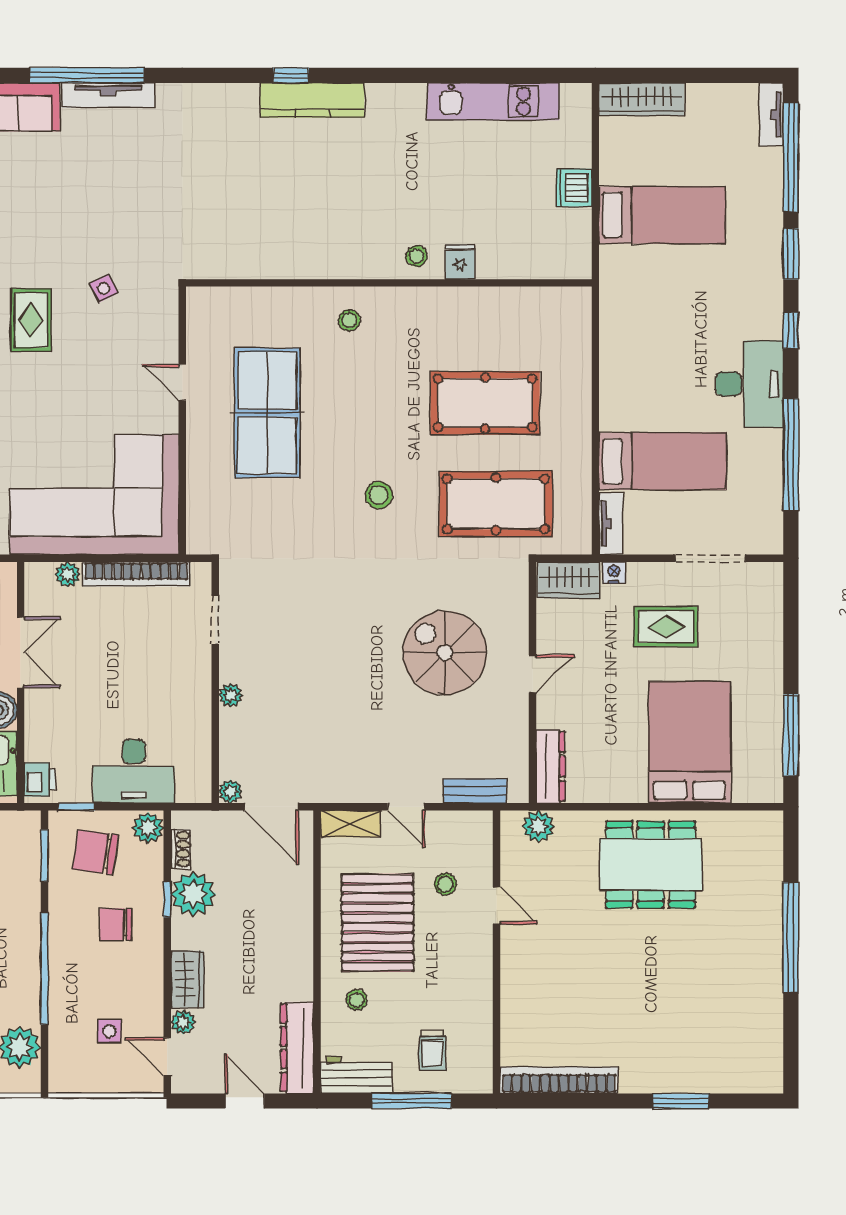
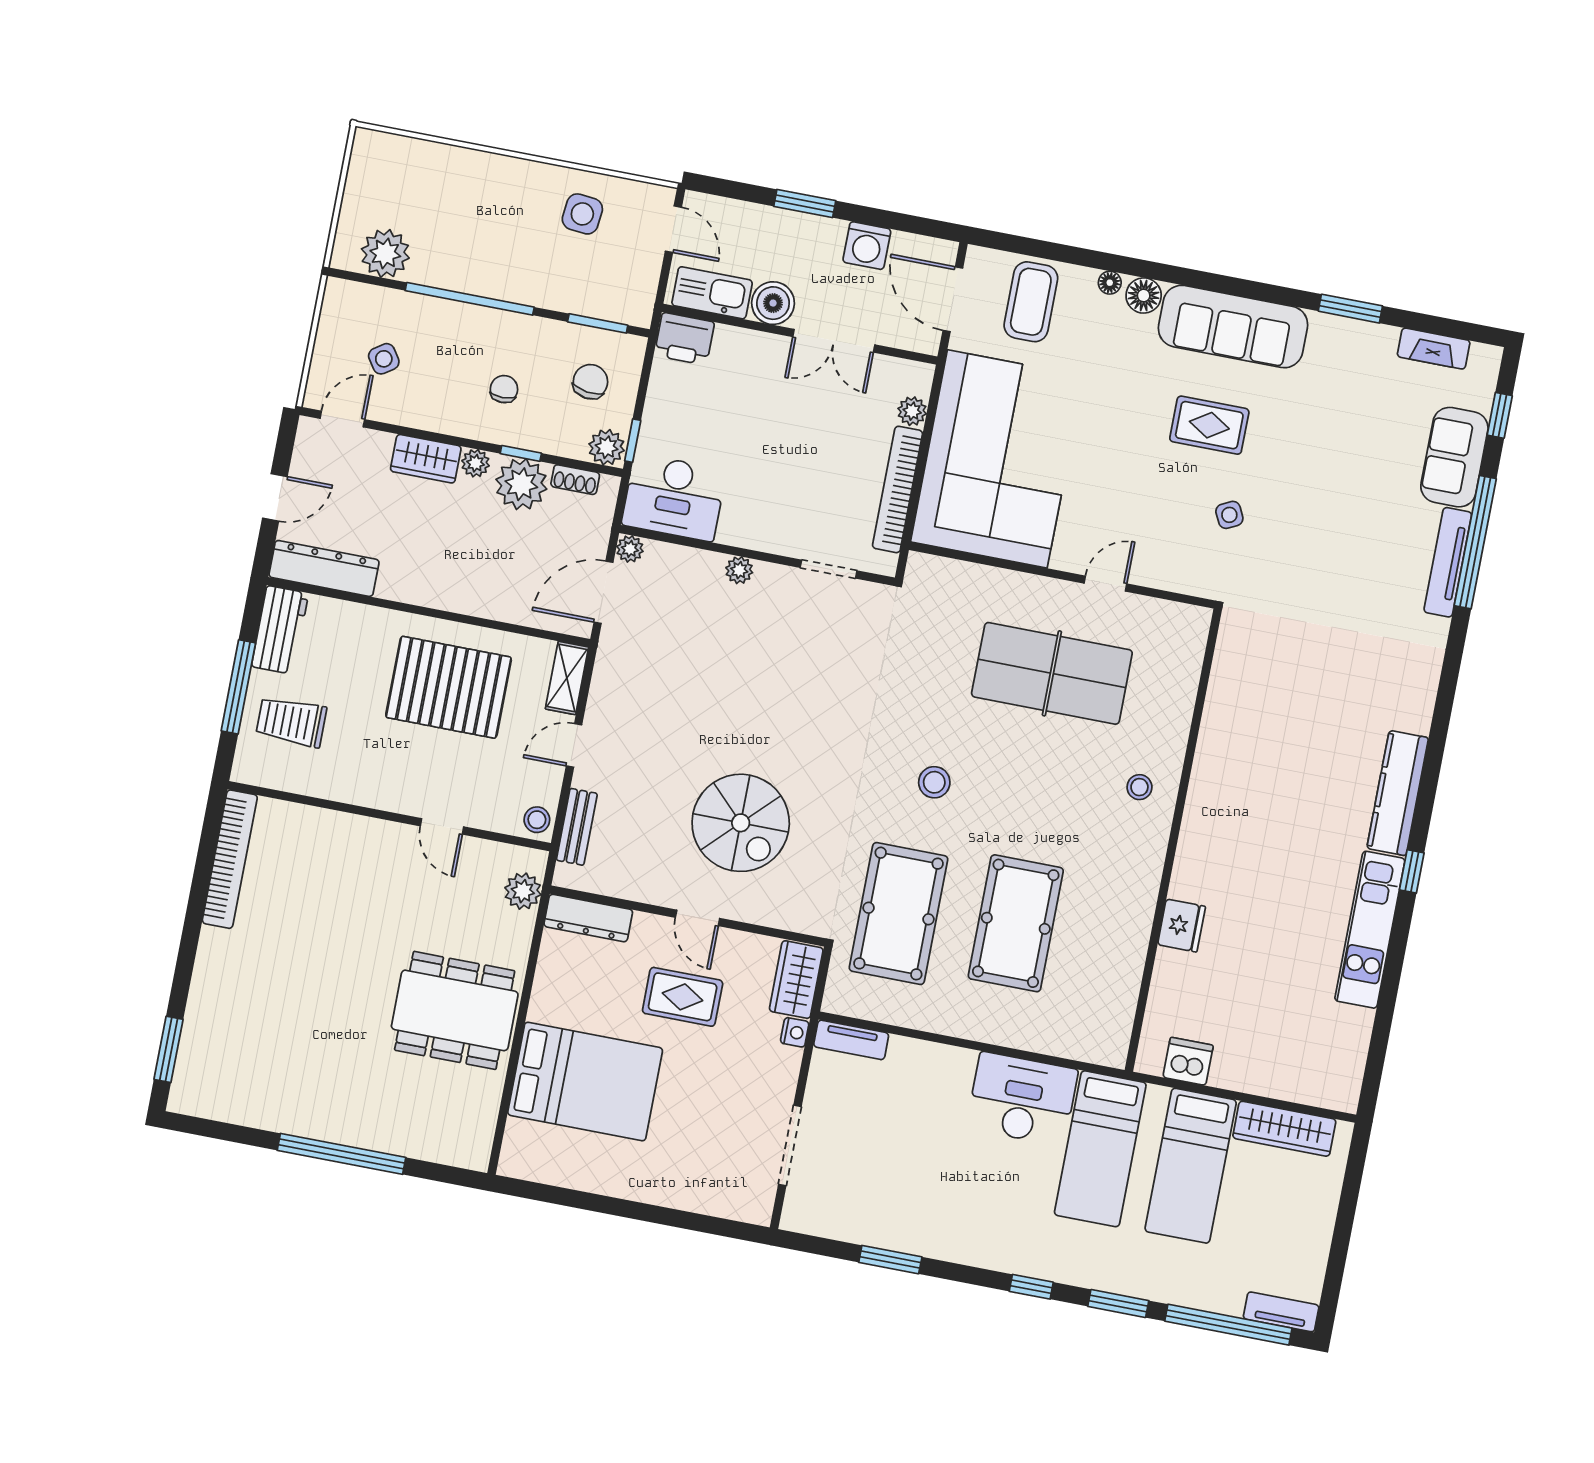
window: (291, 75) -> (1412, 871), moved
wardrobe: (642, 99) -> (1284, 1129), moved, turned -90
kitchen unit: (493, 101) -> (1370, 930), moved
dishwasher: (574, 188) -> (1188, 1061), moved
stool: (417, 256) -> (1198, 878), removed
fridge: (460, 262) -> (1182, 926), width x1.38
desk: (749, 384) -> (1022, 1099), moved, turned 180
window: (791, 454) -> (890, 1260), width x0.47
bed: (663, 461) -> (1100, 1149), moved
rug: (666, 627) -> (683, 997), moved, turned 90
spiral stairs: (445, 653) -> (741, 823), turned 90
window: (791, 735) -> (571, 1198), removed
desk: (134, 771) -> (674, 497), moved, turned -90
printer: (40, 779) -> (684, 339), width x1.36, depth x1.24
window: (76, 807) -> (633, 441), moved
chair: (95, 852) -> (590, 382), width x0.73, depth x0.73
dining table: (651, 865) -> (455, 1010), turned 90
stool: (445, 884) -> (537, 820), moved
door: (497, 905) -> (442, 826), hinge flipped
chair: (116, 924) -> (504, 389), width x0.73, depth x0.73
stool: (357, 1000) -> (365, 647), removed
plant: (183, 1022) -> (476, 463), moved
side table: (109, 1031) -> (384, 359), turned -34
trolley: (432, 1050) -> (291, 722), width x1.36, depth x1.39
window: (681, 1101) -> (169, 1049), moved

